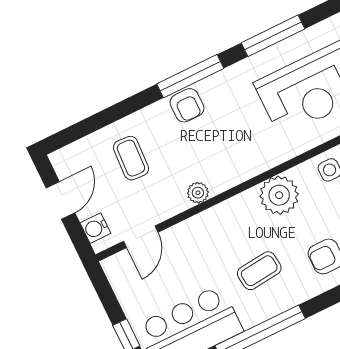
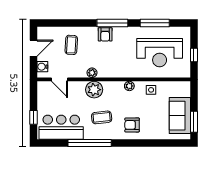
plant: (279, 195) -> (129, 86), width x0.53, depth x0.53
plant: (218, 224) -> (94, 90), added
door: (141, 237) -> (59, 79), hinge flipped

